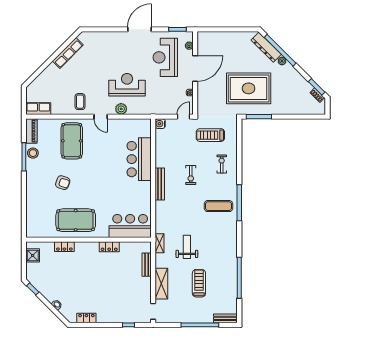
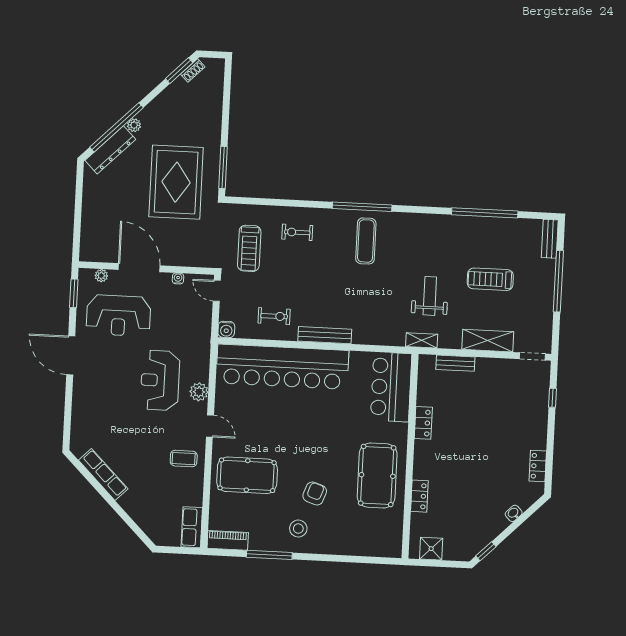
door: (101, 117) -> (210, 426), hinge flipped
stool: (33, 153) -> (298, 529), moved
bar counter: (139, 159) -> (282, 367), width x1.86
exercise bike: (191, 175) -> (274, 316), moved
weight bench: (187, 247) -> (430, 296), turned 90

